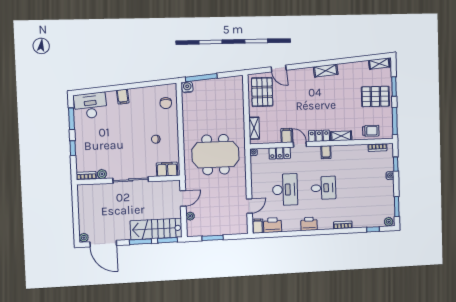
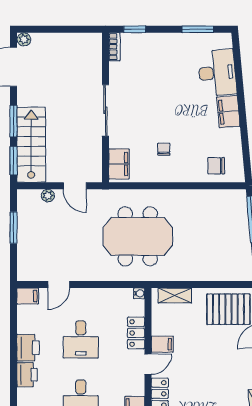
water cooler: (187, 87) -> (239, 198), removed
filing cabinet: (123, 97) -> (228, 112), width x2.00
desk: (91, 106) -> (217, 73), moved
window: (73, 148) -> (135, 29), moved
meeting table: (216, 155) -> (138, 236), turned 90
plant: (102, 174) -> (116, 69), removed
desk: (285, 190) -> (81, 339), width x0.73
door: (249, 206) -> (59, 285), hinge flipped
printer: (273, 225) -> (28, 348), moved

